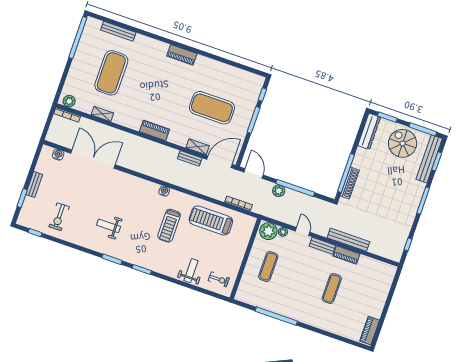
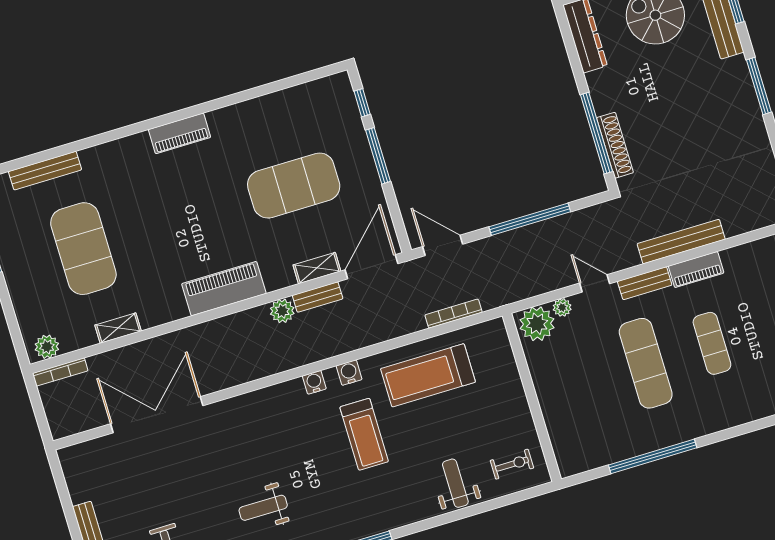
piano: (155, 130) -> (224, 289), width x1.37, depth x1.33
water cooler: (58, 155) -> (349, 373), moved
plant: (279, 191) -> (282, 311), moved
exercise mat: (268, 267) -> (646, 363), moved, width x1.36, depth x1.45

